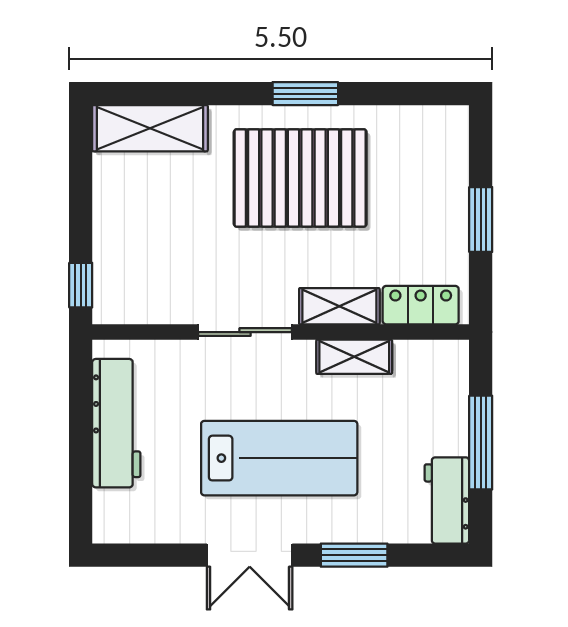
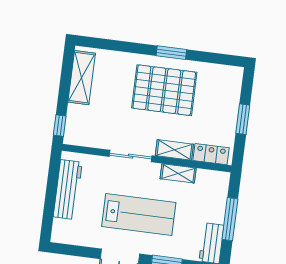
shelving: (150, 128) -> (82, 78), moved, turned 90

